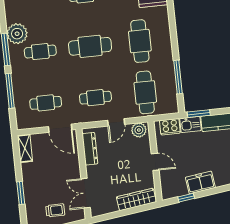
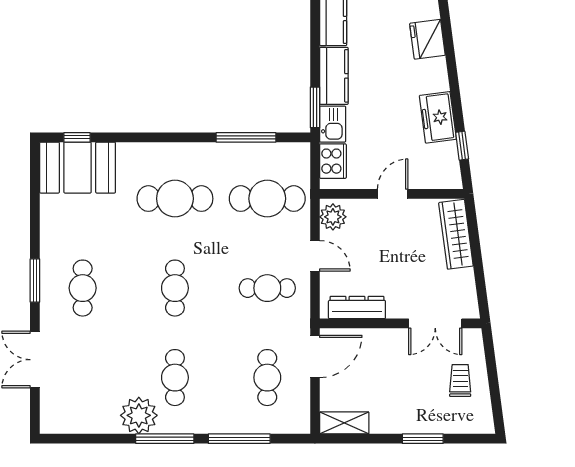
cafe table: (90, 46) -> (175, 288), width x0.73, depth x0.74
cafe table: (95, 98) -> (267, 288), turned 90

